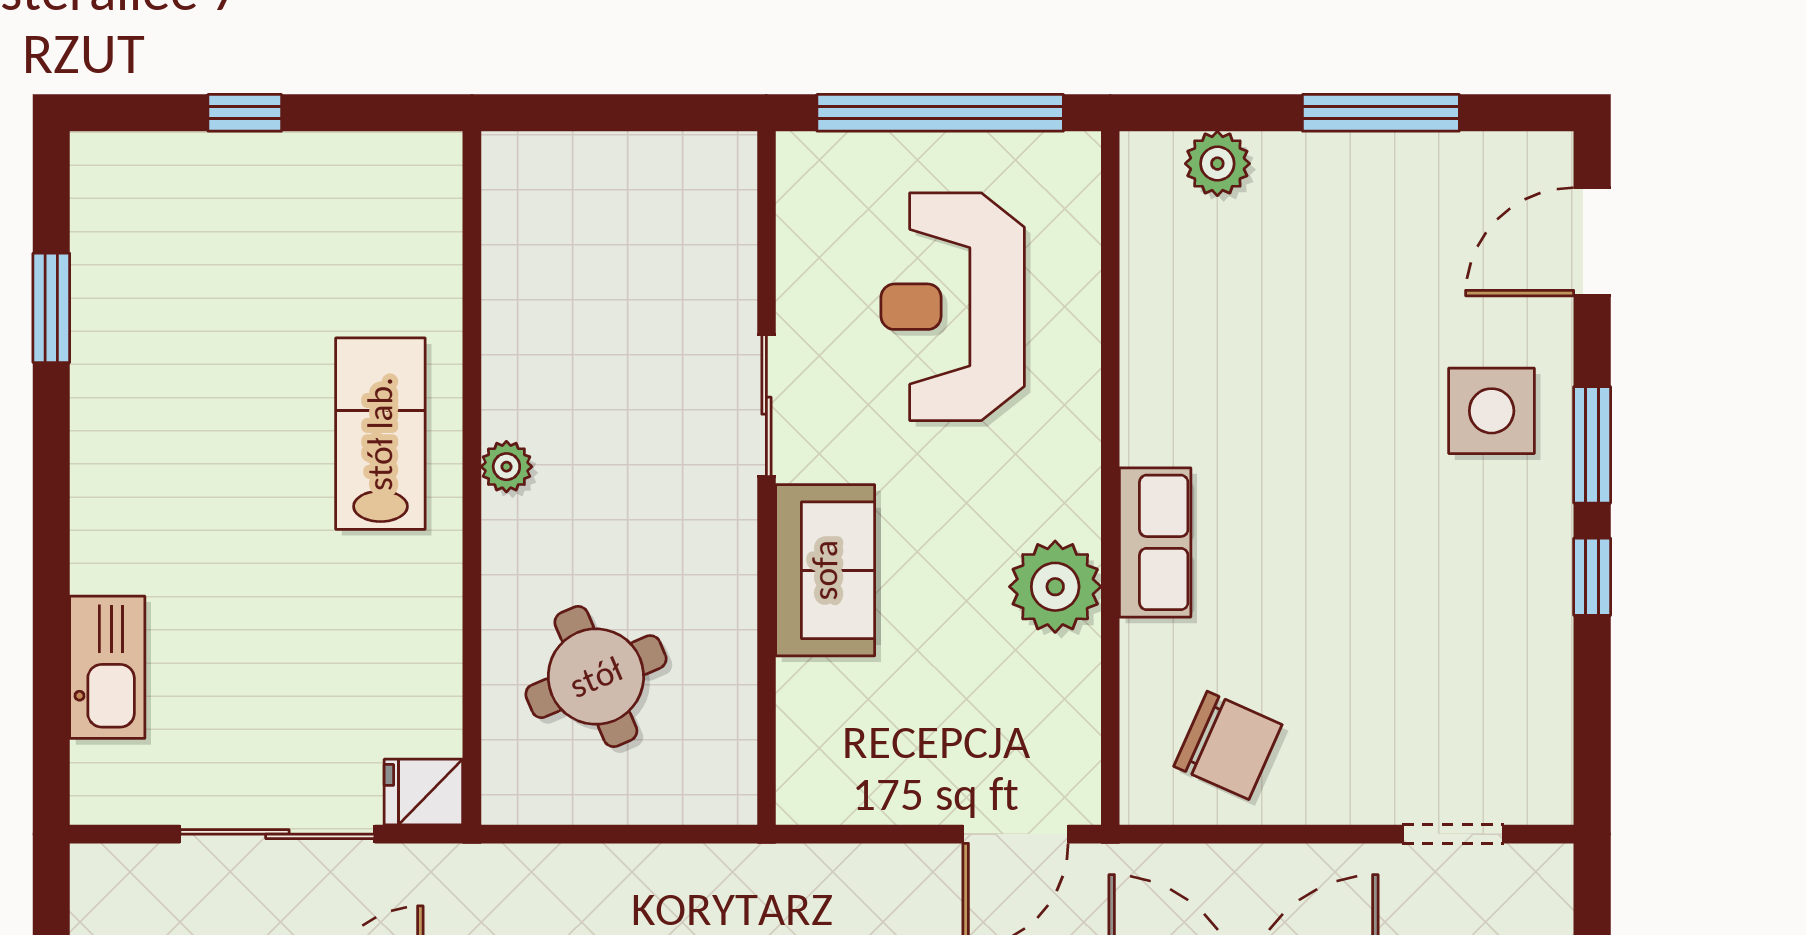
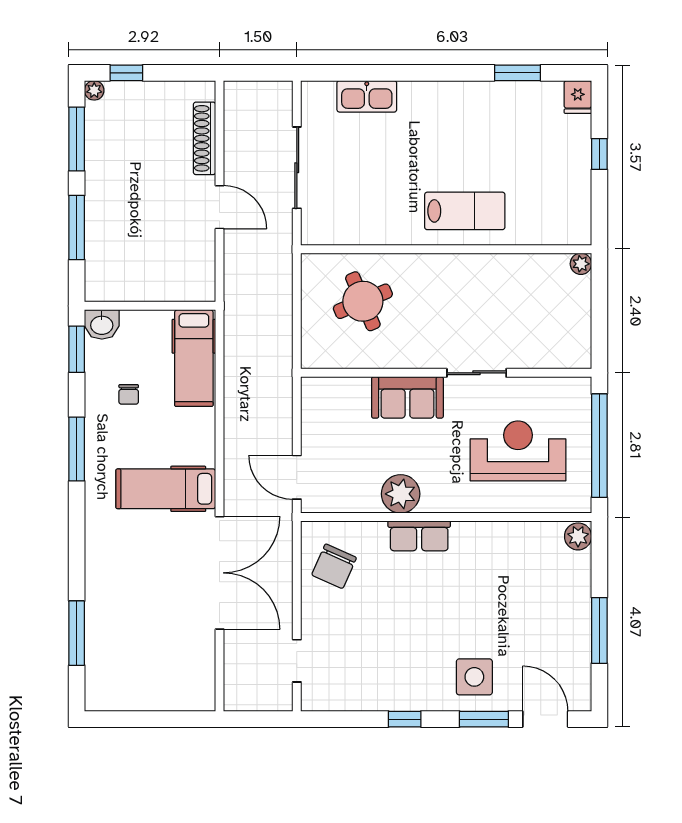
plant: (1217, 164) -> (578, 536), moved
window: (1592, 445) -> (484, 719), moved
plant: (506, 467) -> (581, 264), moved
fridge: (423, 792) -> (578, 97), moved, turned 180

